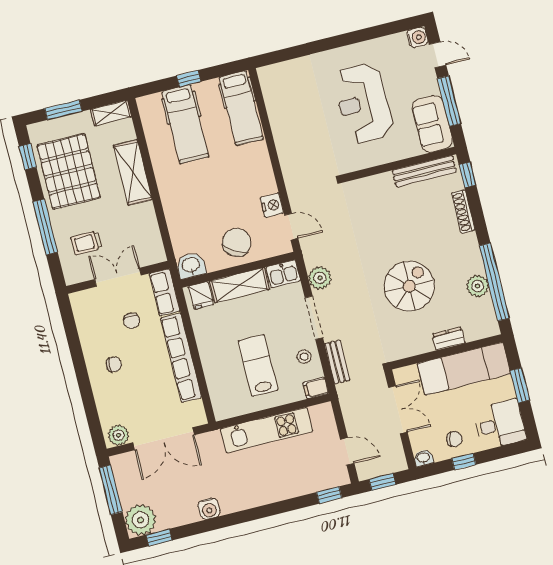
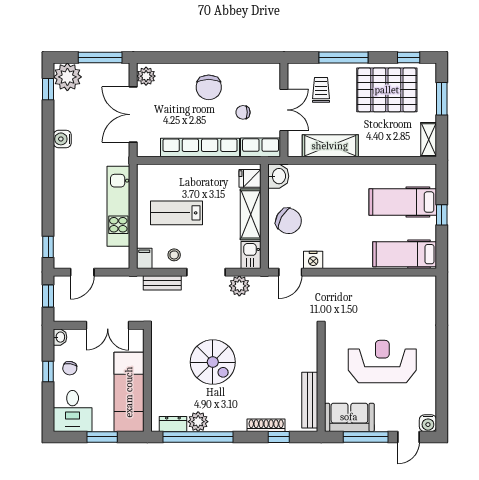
shelving: (133, 172) -> (330, 146), moved
window: (467, 175) -> (279, 437), moved
dresser: (449, 339) -> (173, 424), moved, turned -90
chair: (114, 364) -> (209, 87), width x1.87, depth x1.87
lab bench: (258, 366) -> (176, 213), turned 180

